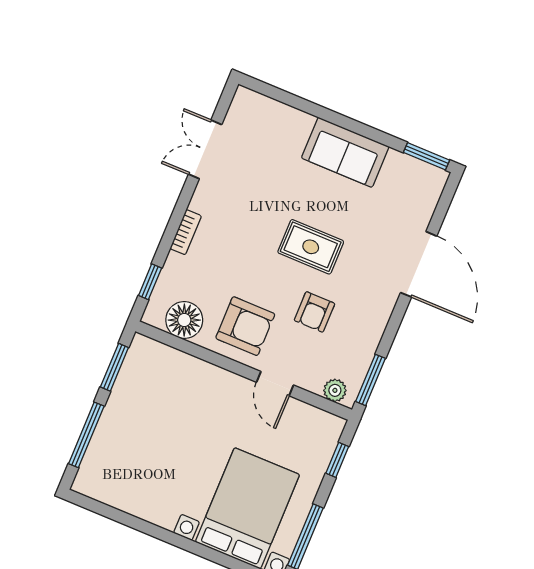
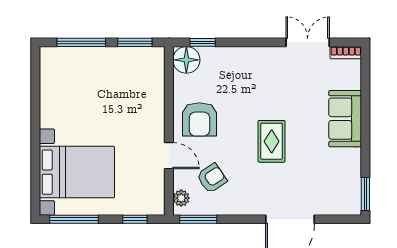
sofa: (345, 152) -> (345, 119), moved
bookcase: (186, 232) -> (346, 53), moved
armchair: (314, 312) -> (212, 178), moved, turned 146
floor lamp: (184, 320) -> (186, 60), moved
door: (275, 384) -> (169, 156), swing flipped

